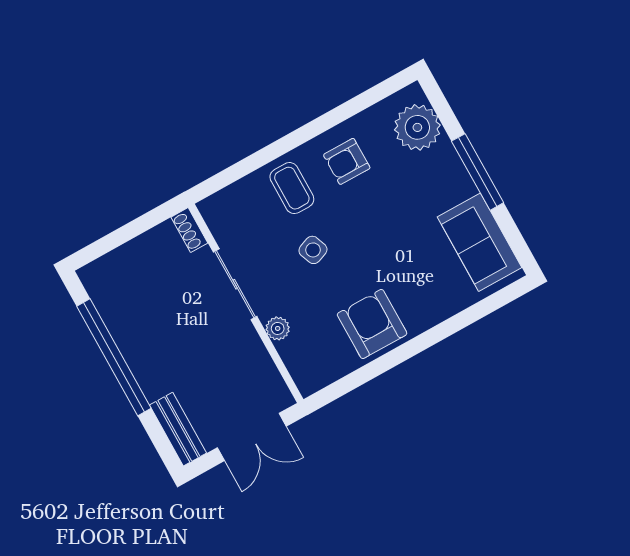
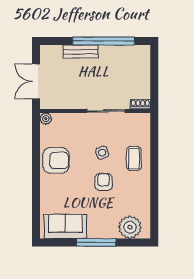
armchair: (347, 161) -> (104, 182), moved
coffee table: (292, 188) -> (134, 158), turned 90
plant: (278, 328) -> (46, 119), moved
bench: (178, 429) -> (81, 51), moved

